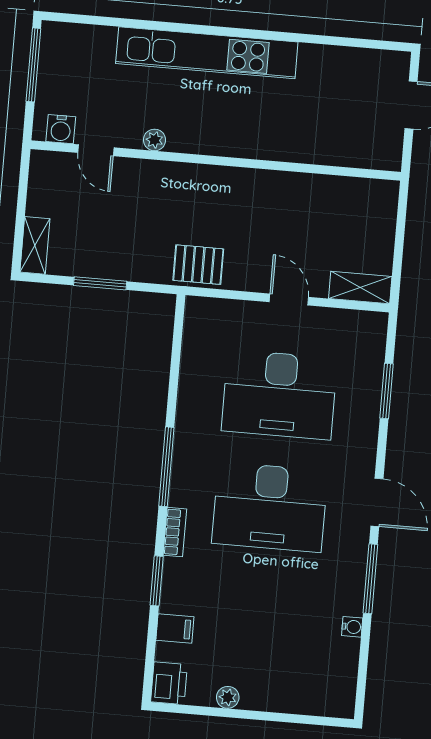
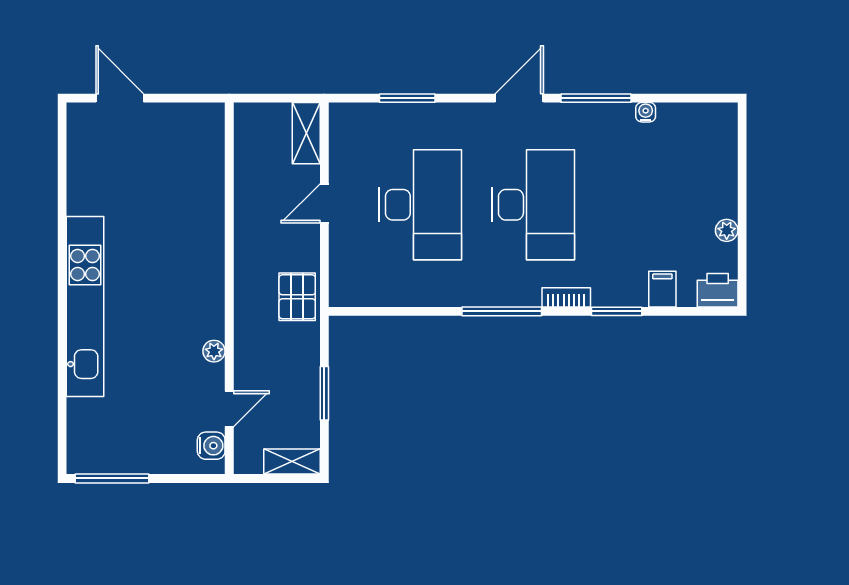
water cooler: (61, 129) -> (211, 446), moved
plant: (154, 140) -> (214, 351), moved
door: (96, 150) -> (229, 409), moved
wall: (216, 160) -> (229, 288), moved

